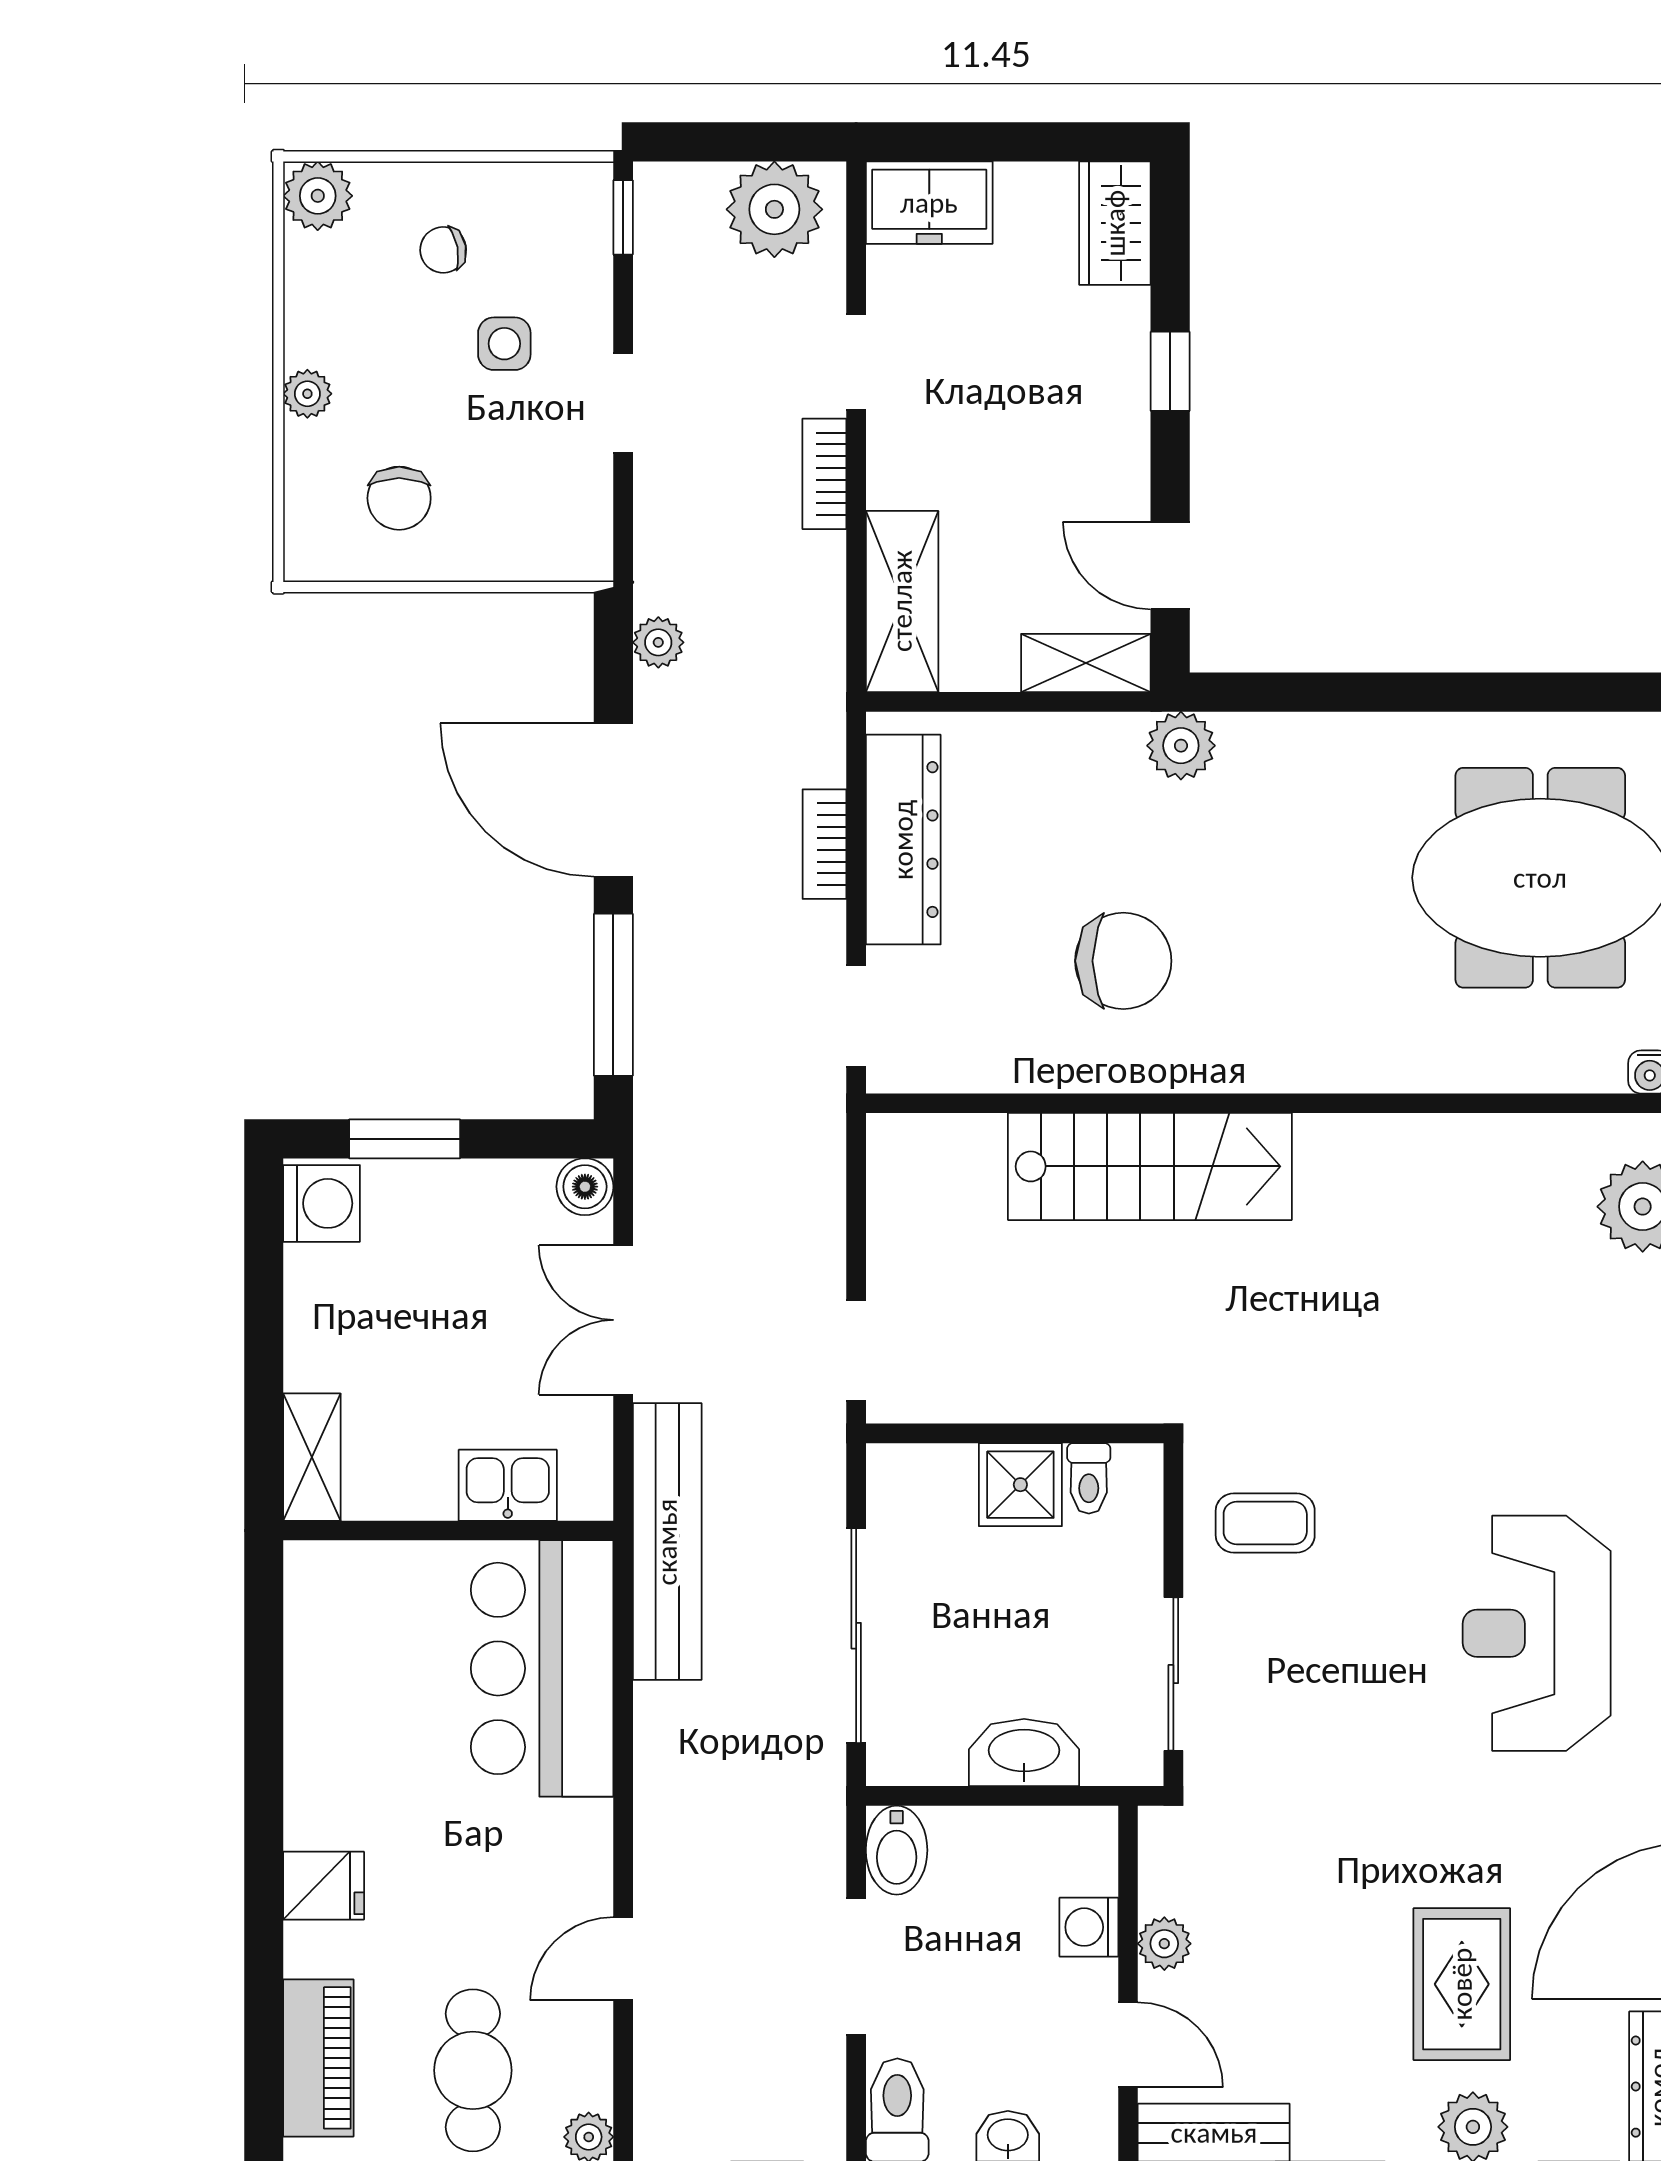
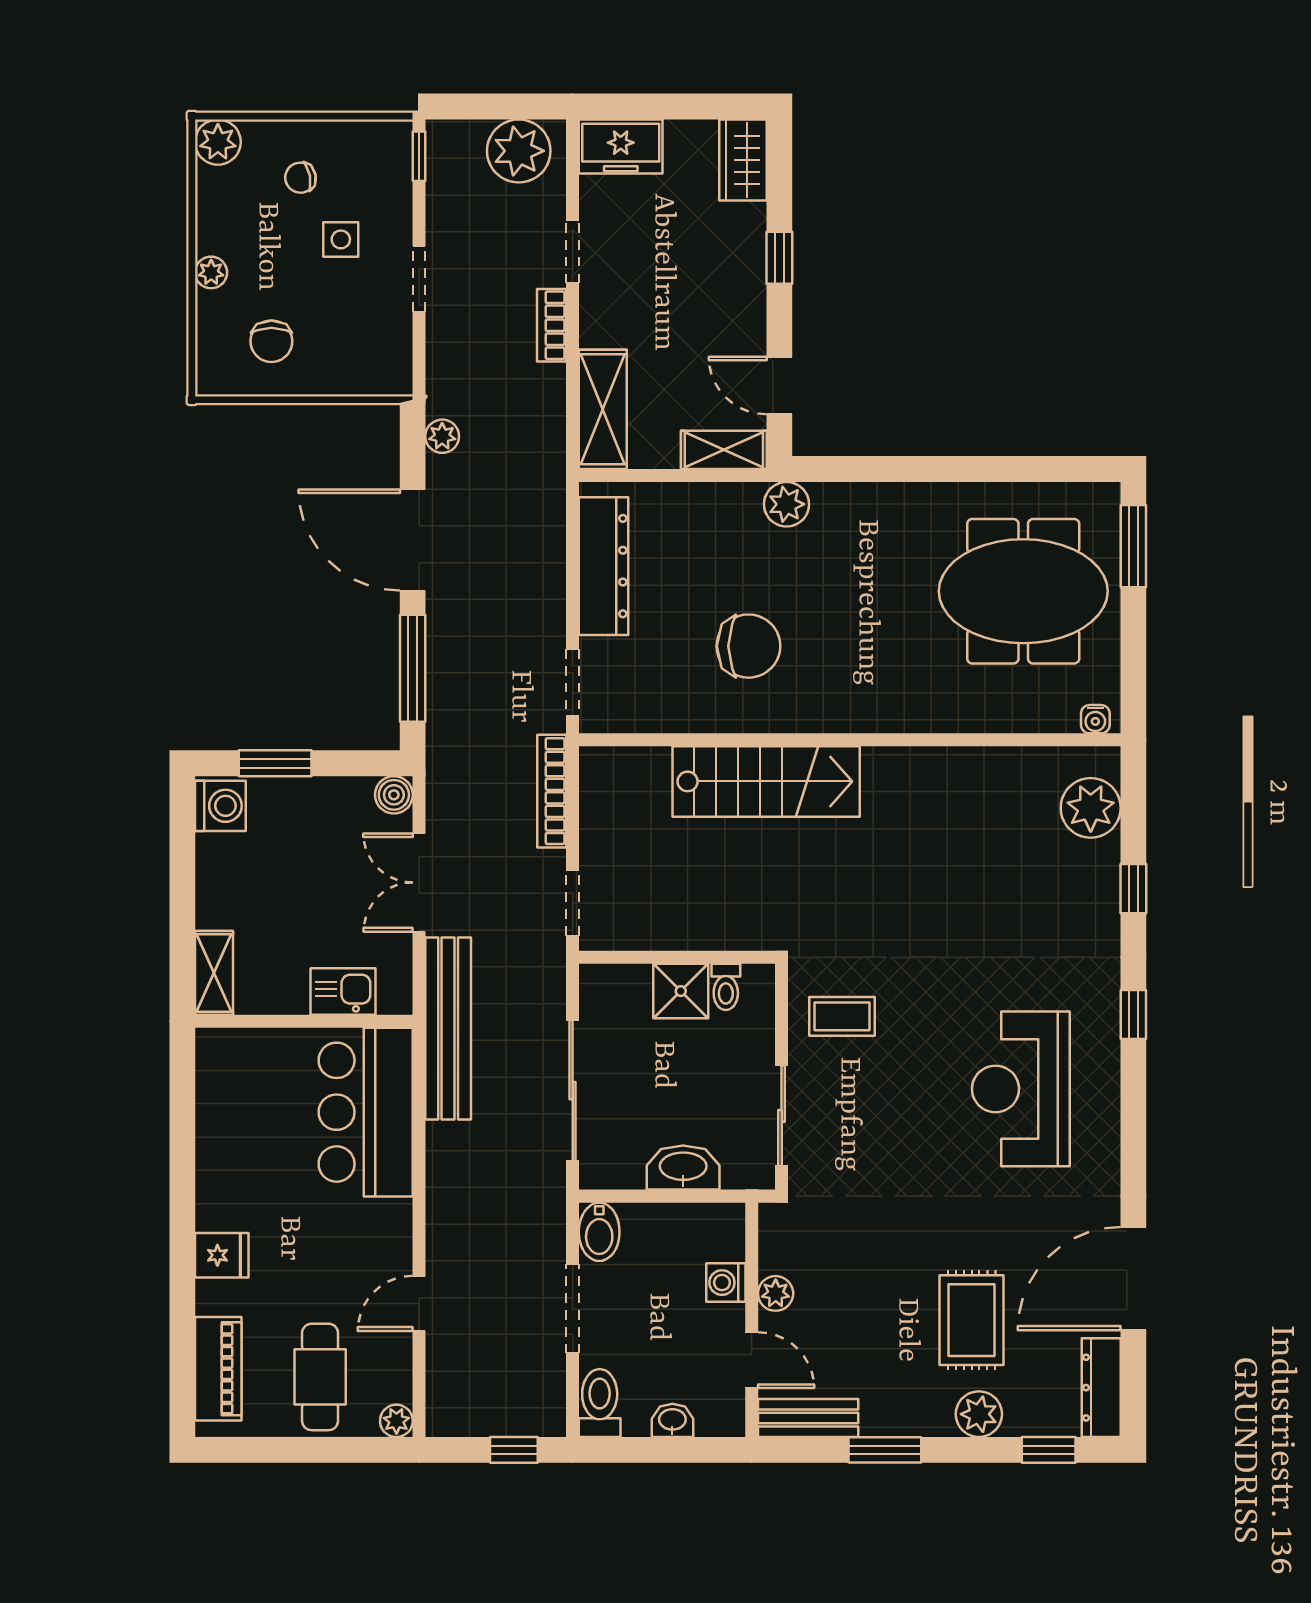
bookcase: (825, 844) -> (552, 791), moved, width x1.56

